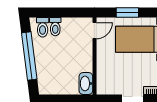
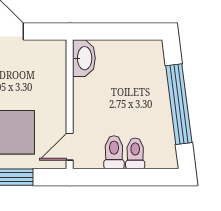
toilet: (43, 27) -> (114, 152), moved

